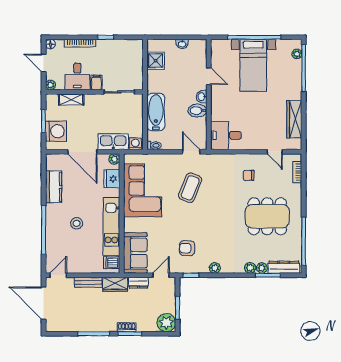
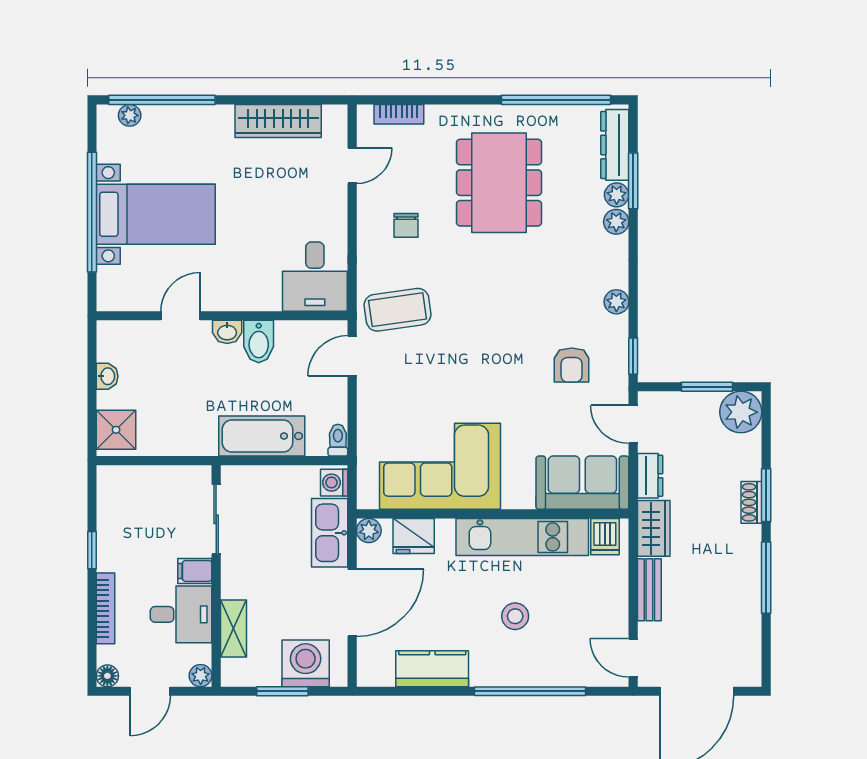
shower: (156, 61) -> (116, 430), moved
coffee table: (190, 188) -> (398, 310), moved, turned -30

